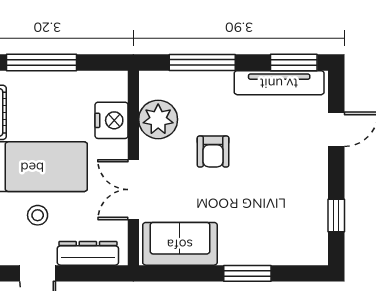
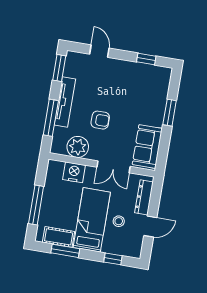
tv unit: (279, 83) -> (65, 102), moved

